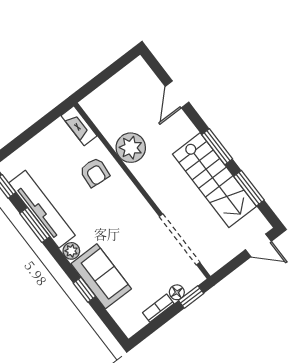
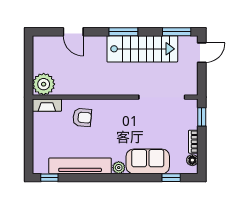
plant: (131, 148) -> (44, 84), moved
window: (249, 188) -> (177, 32), moved
window: (35, 225) -> (86, 178), removed
window: (84, 290) -> (171, 178), moved
floor lamp: (177, 292) -> (192, 160), moved

